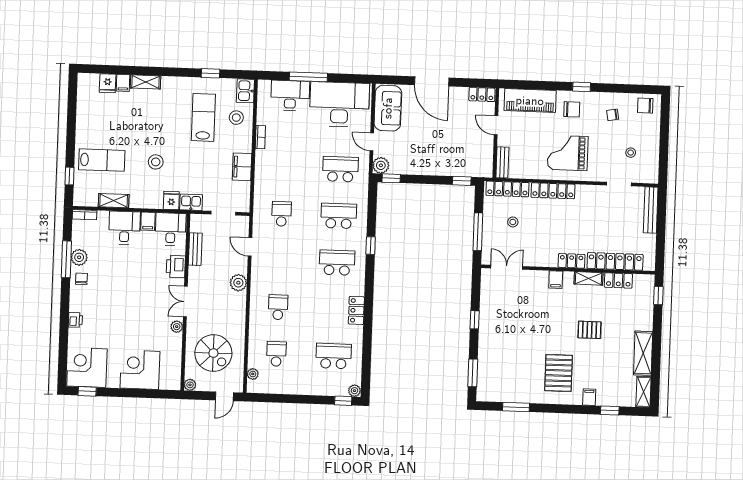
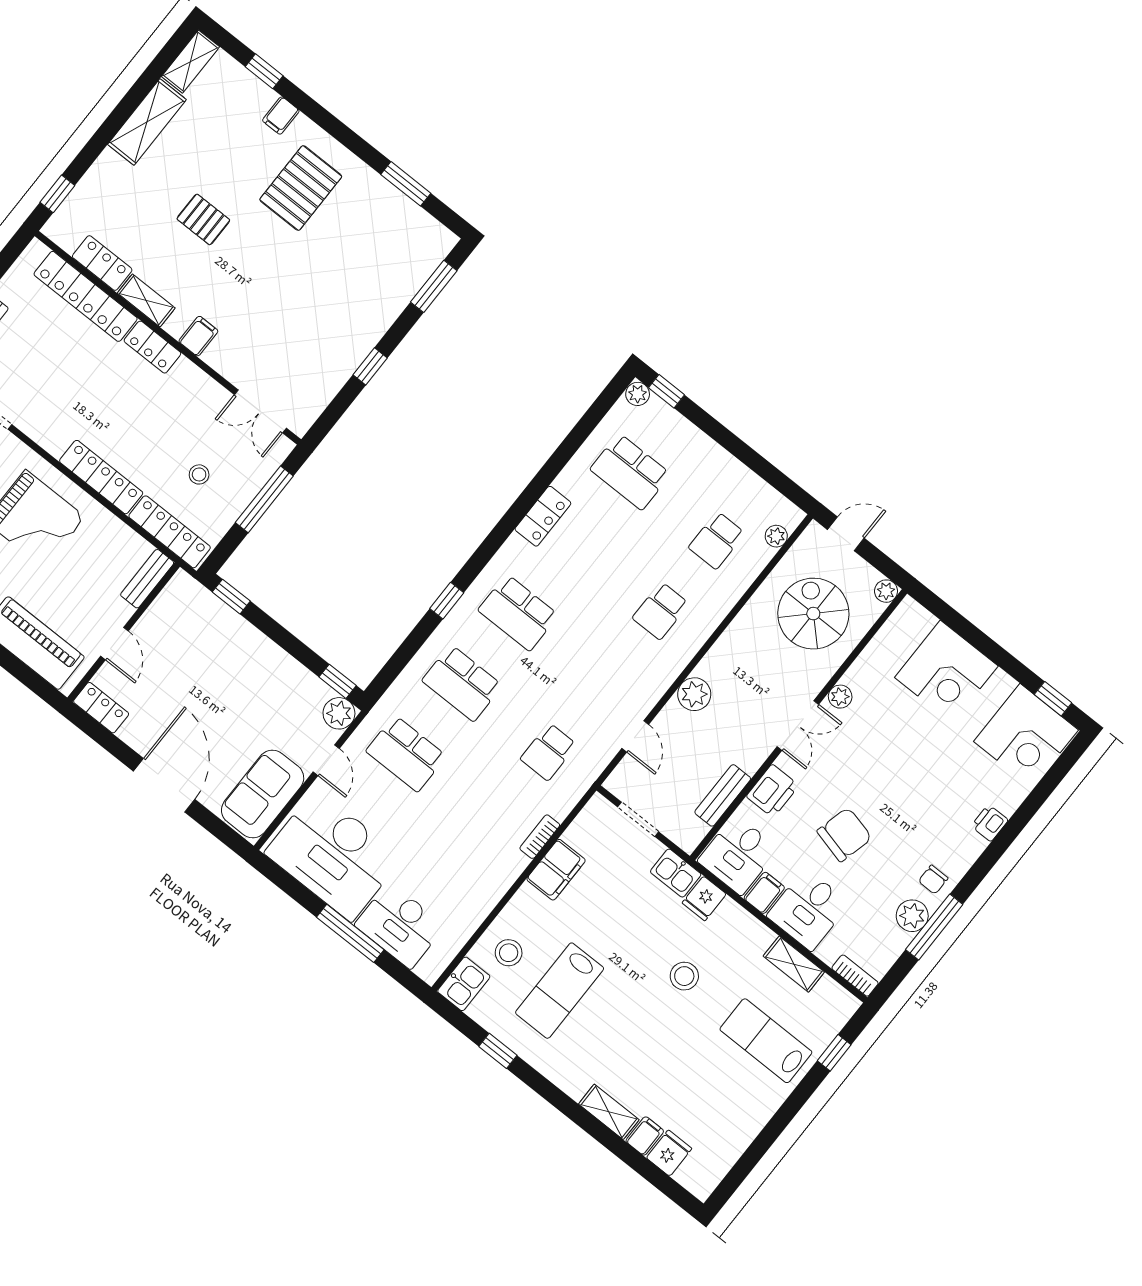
bookcase: (260, 137) -> (540, 837), moved
chair: (132, 270) -> (844, 835), added

